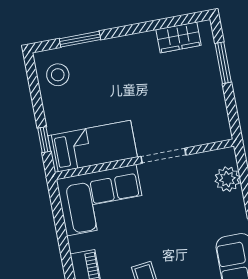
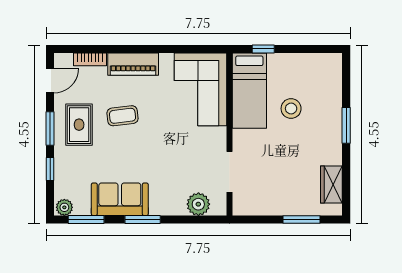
window: (80, 39) -> (346, 125), moved
stool: (58, 75) -> (291, 109), moved
doorway: (163, 156) -> (229, 172), moved

